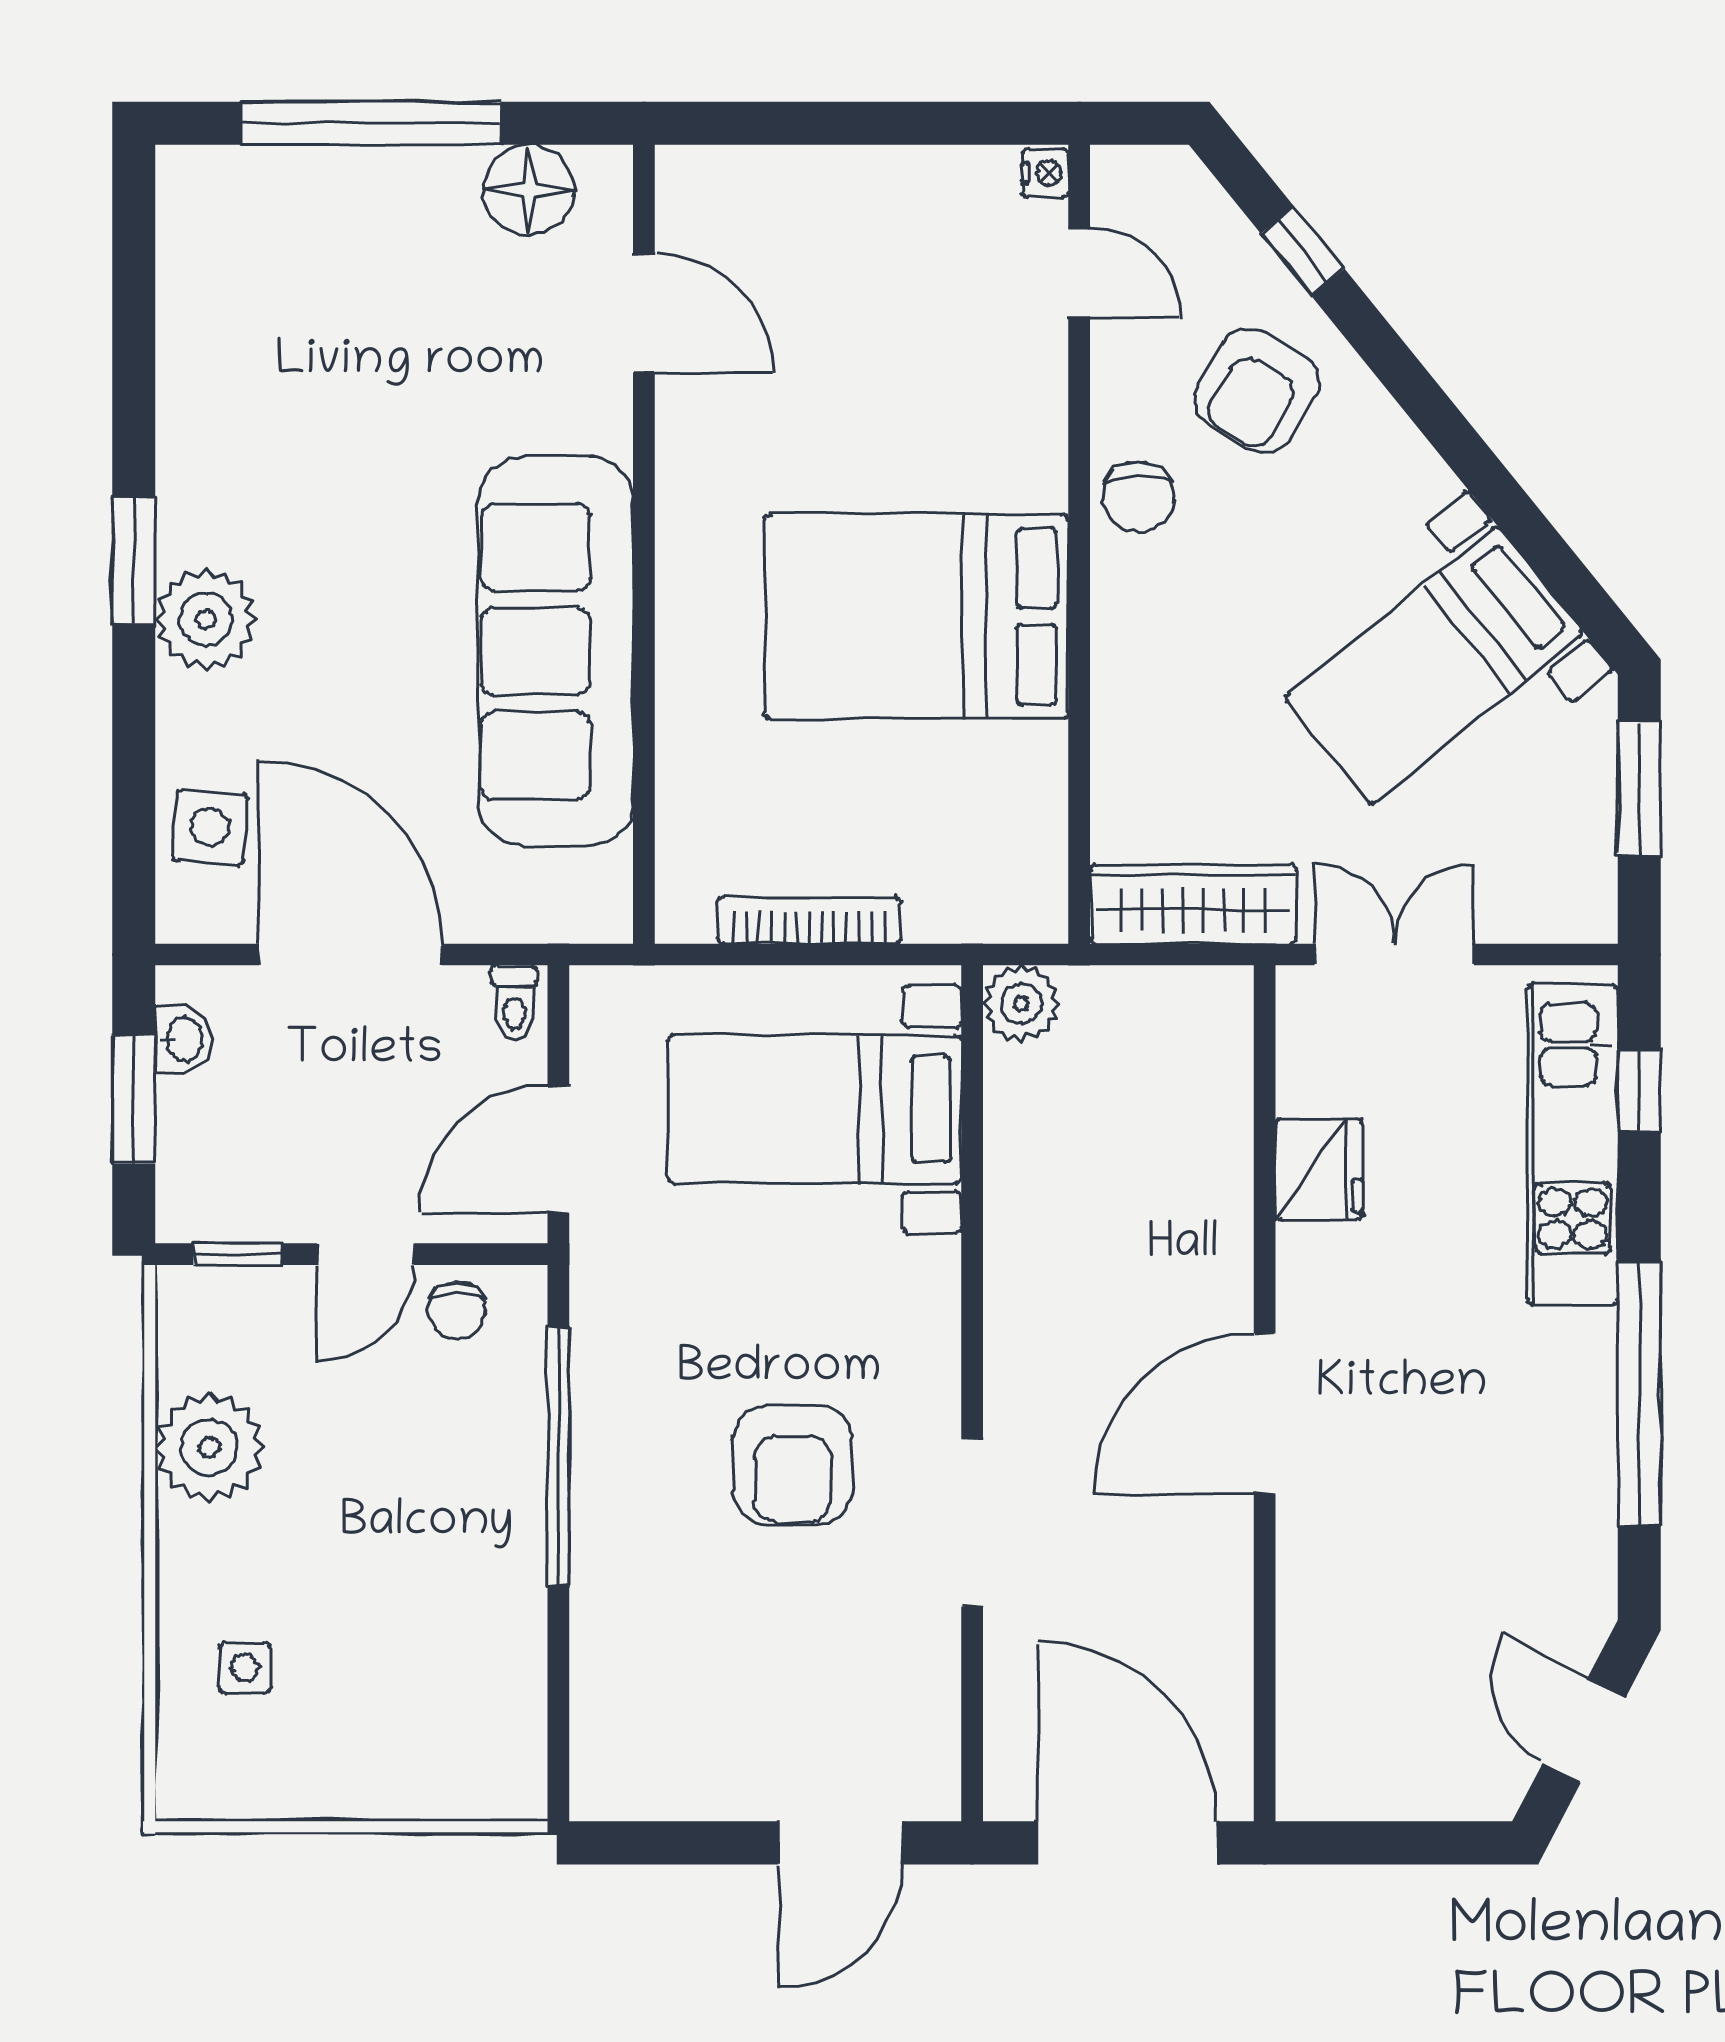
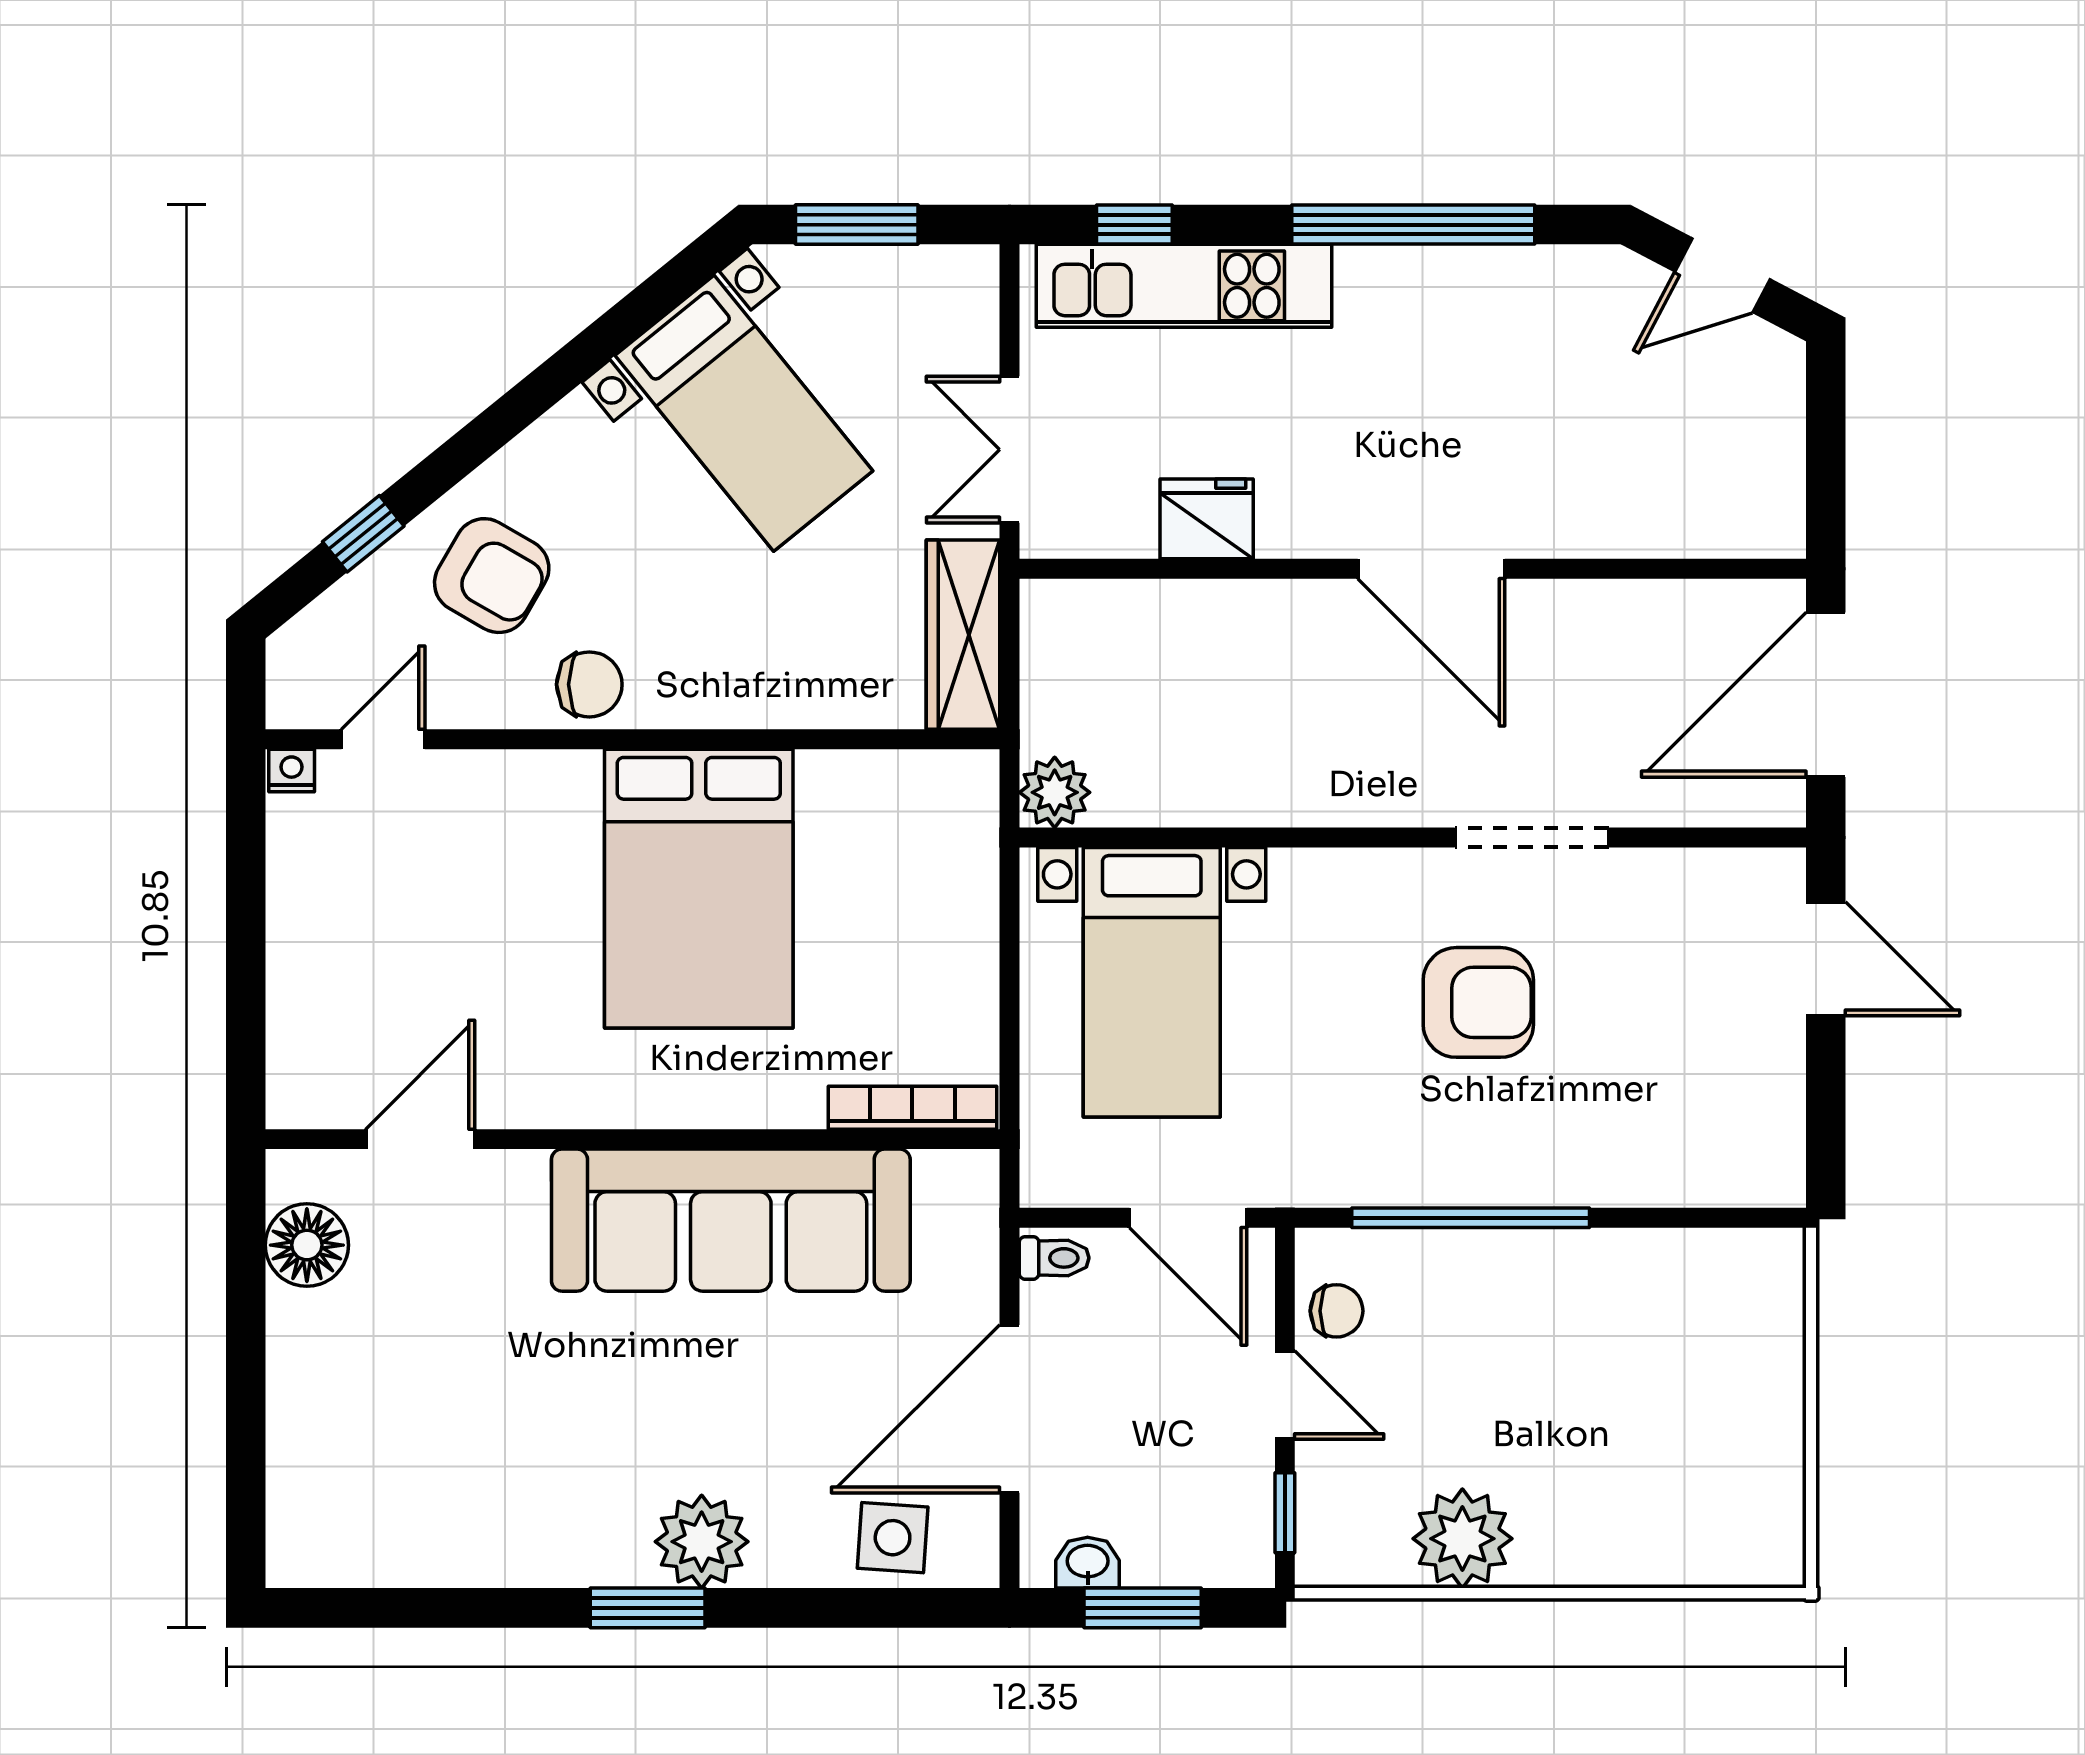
window: (371, 123) -> (246, 1390), removed
bookcase: (809, 920) -> (912, 1108), moved, turned 90
side table: (245, 1668) -> (1665, 1506), removed

